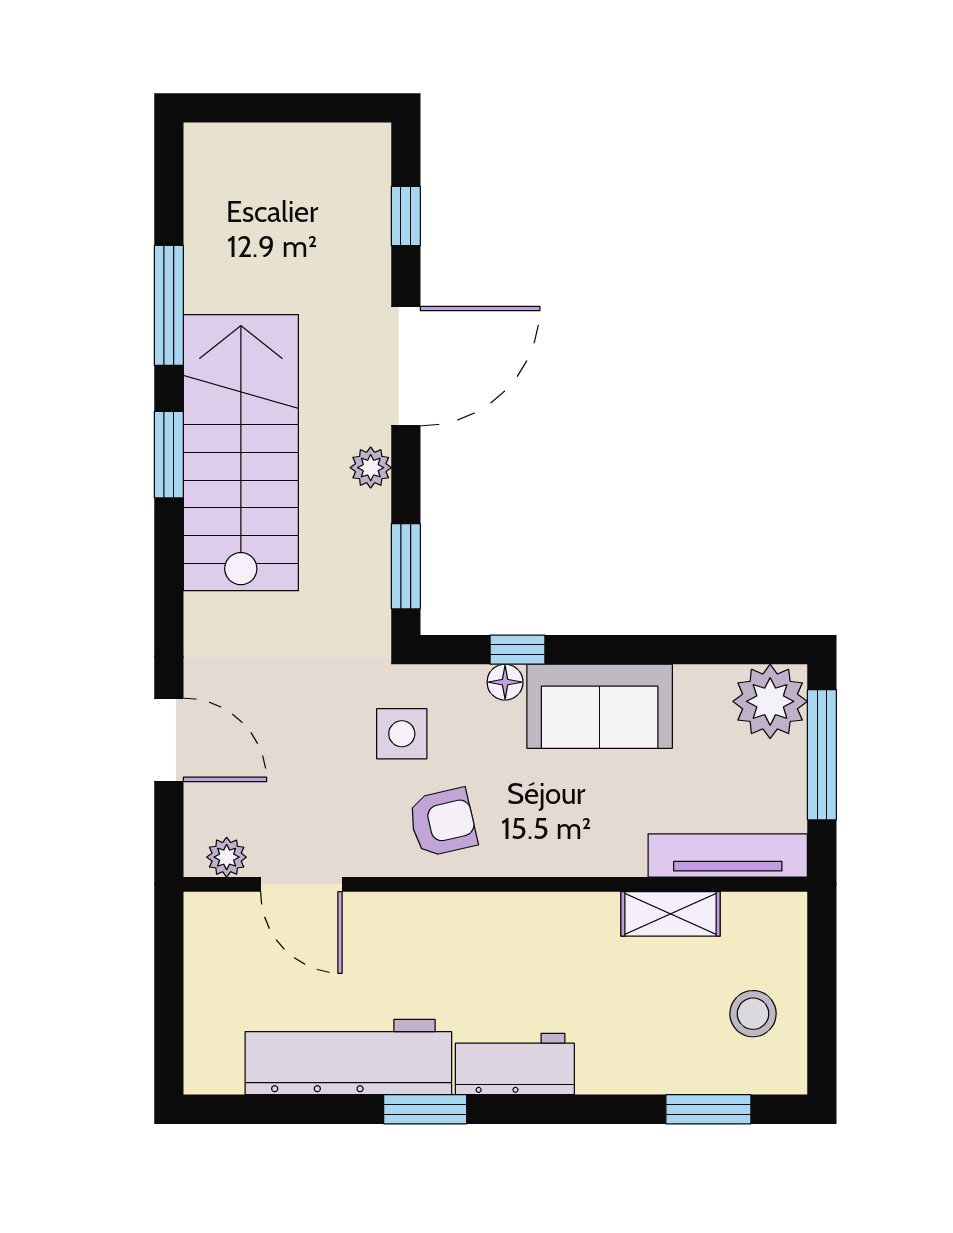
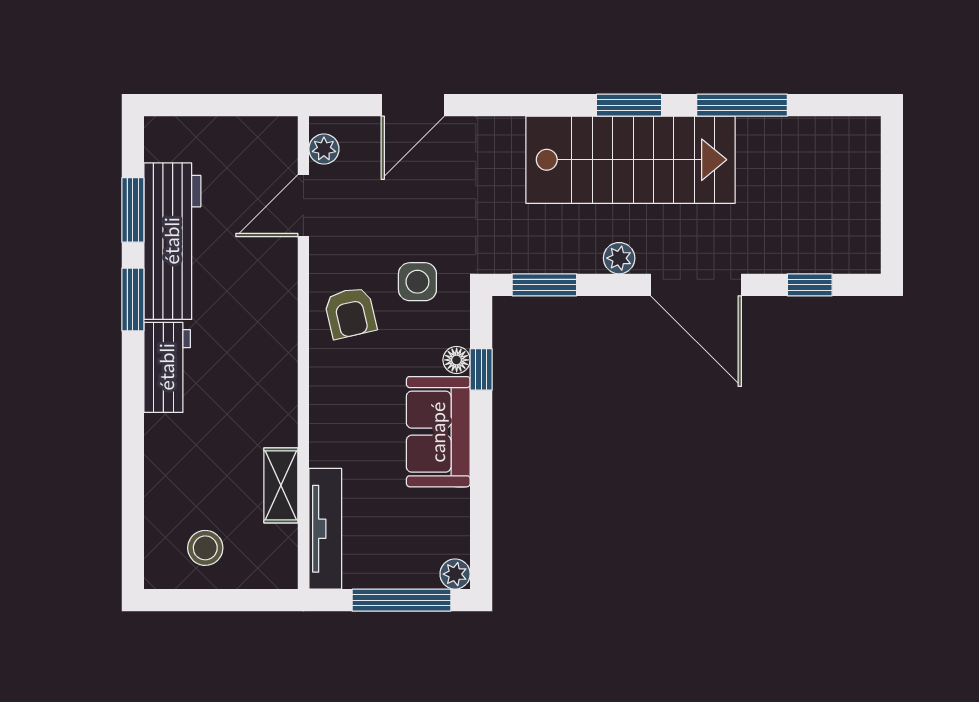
plant: (770, 701) -> (455, 574), width x0.53, depth x0.53
window: (708, 1109) -> (133, 210), moved

